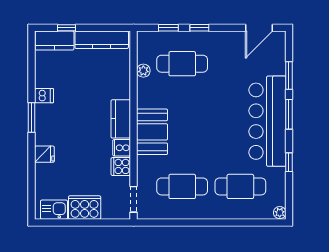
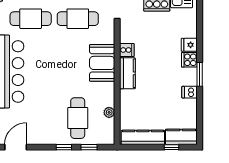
cafe table: (182, 64) -> (78, 118), turned 90
cooker: (121, 166) -> (189, 60), moved, turned 180

